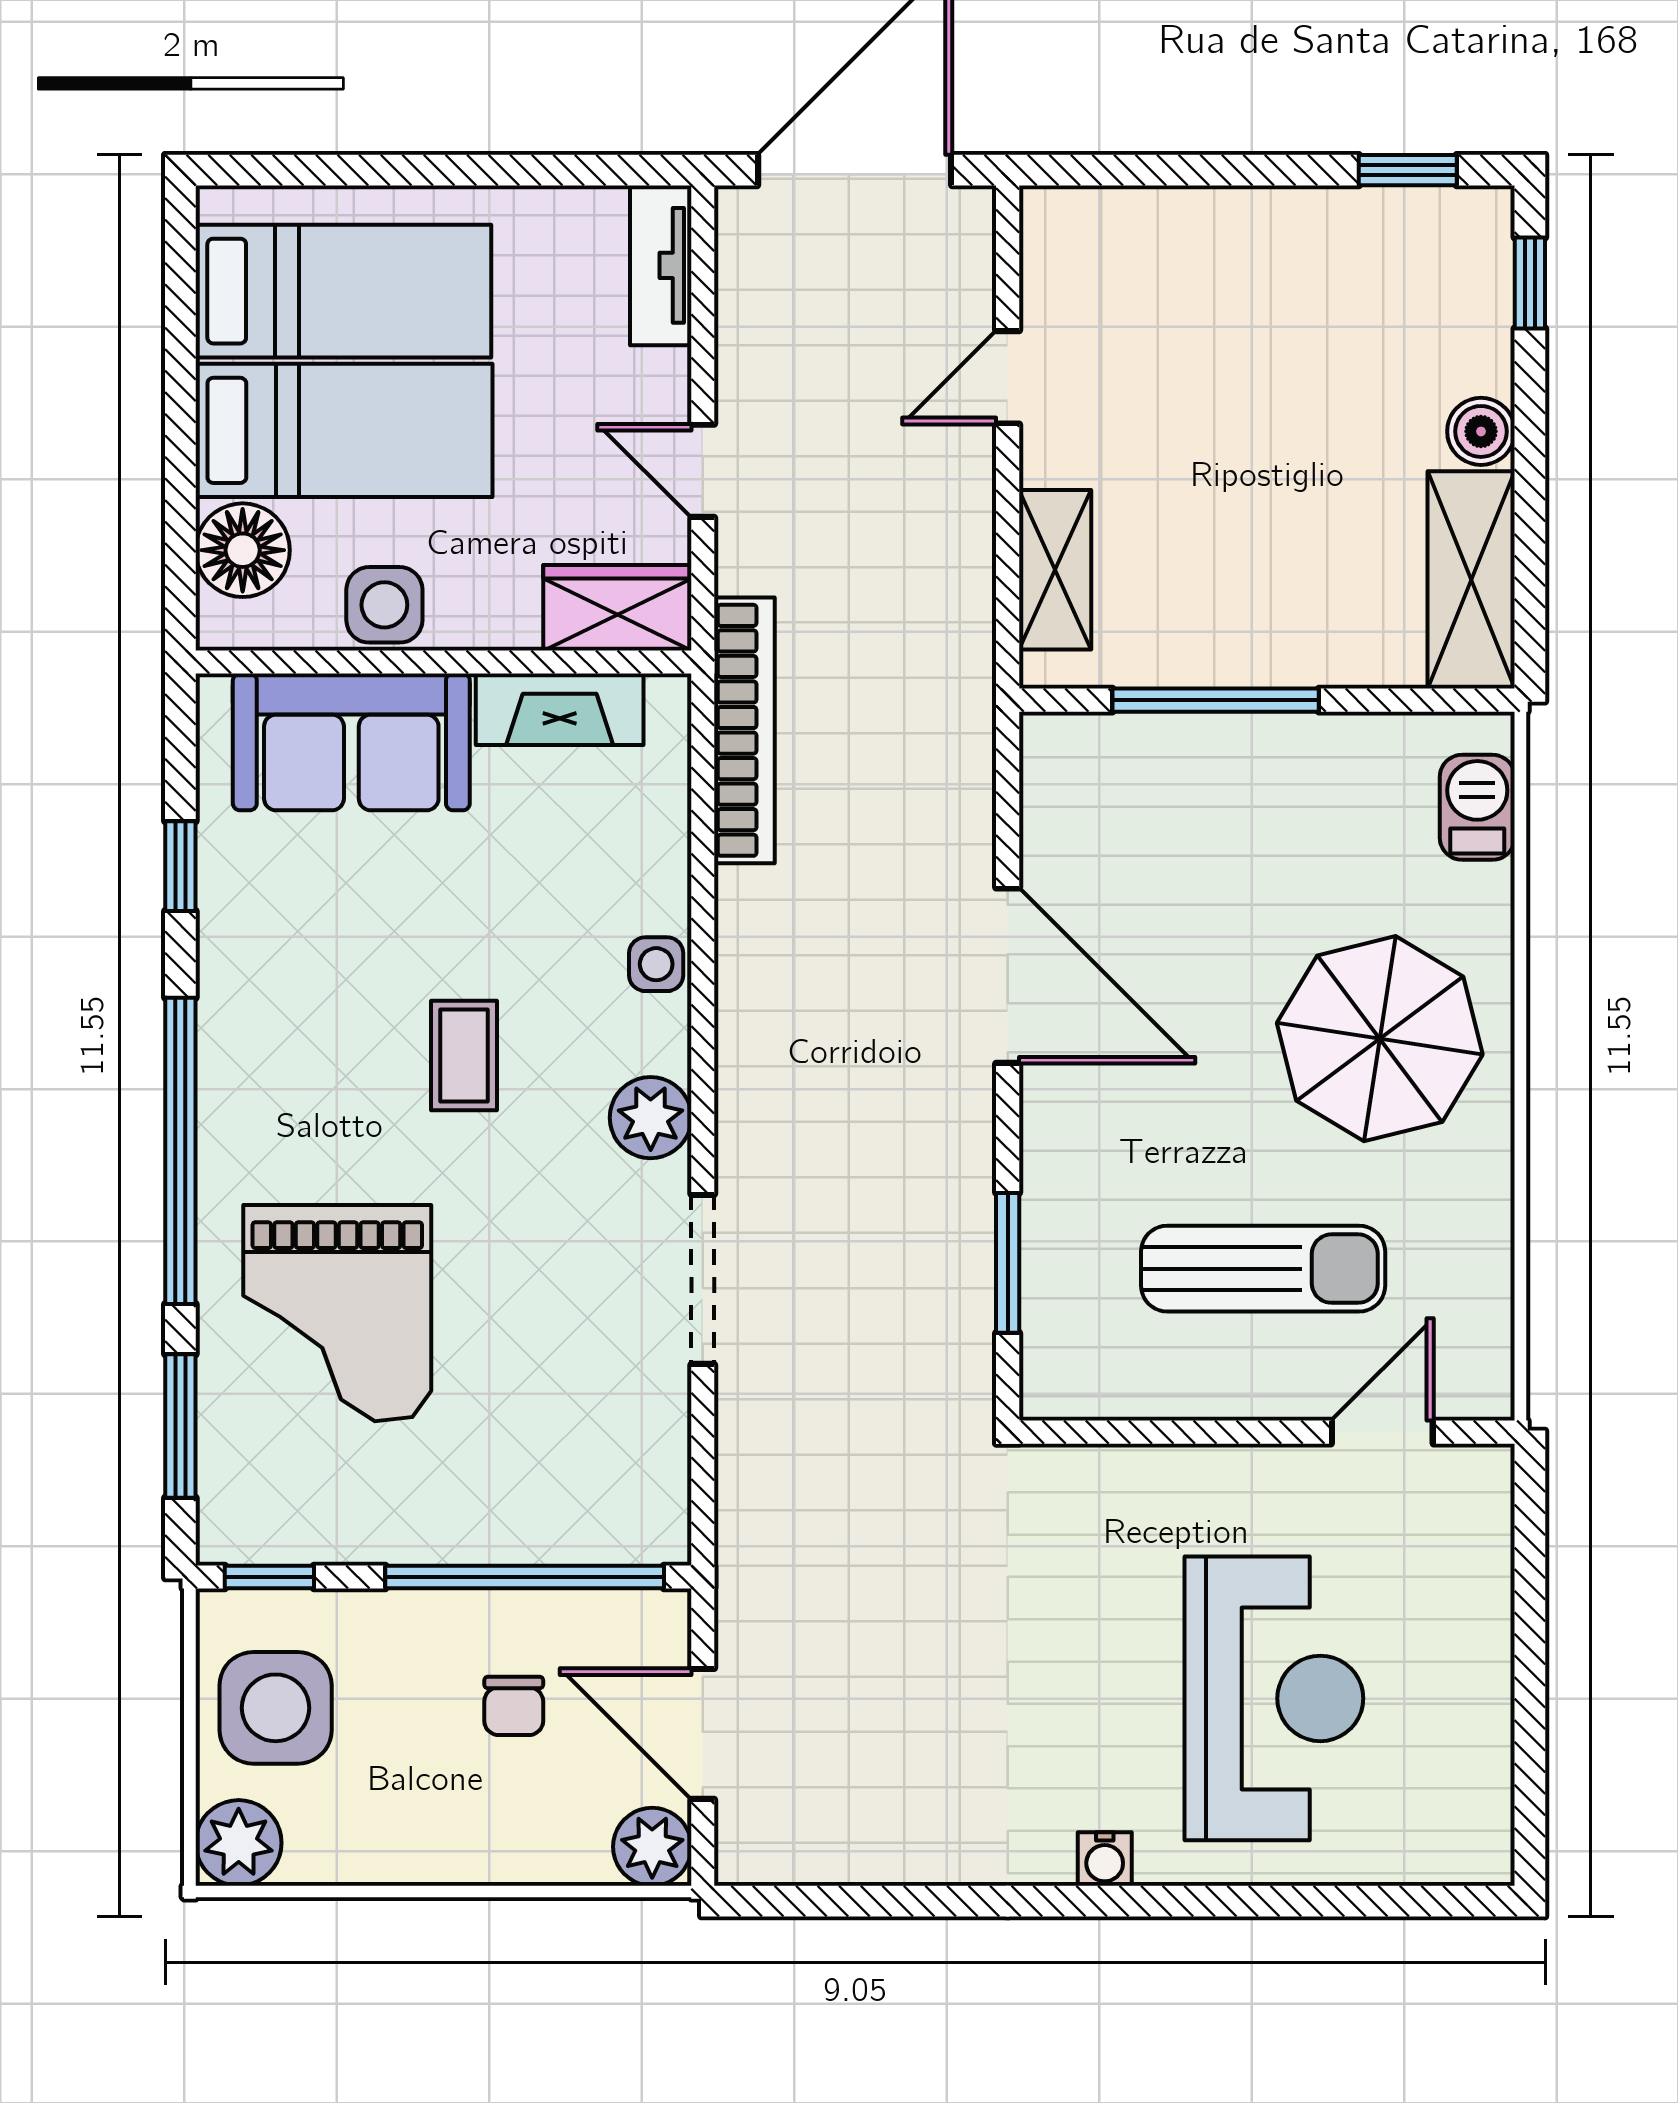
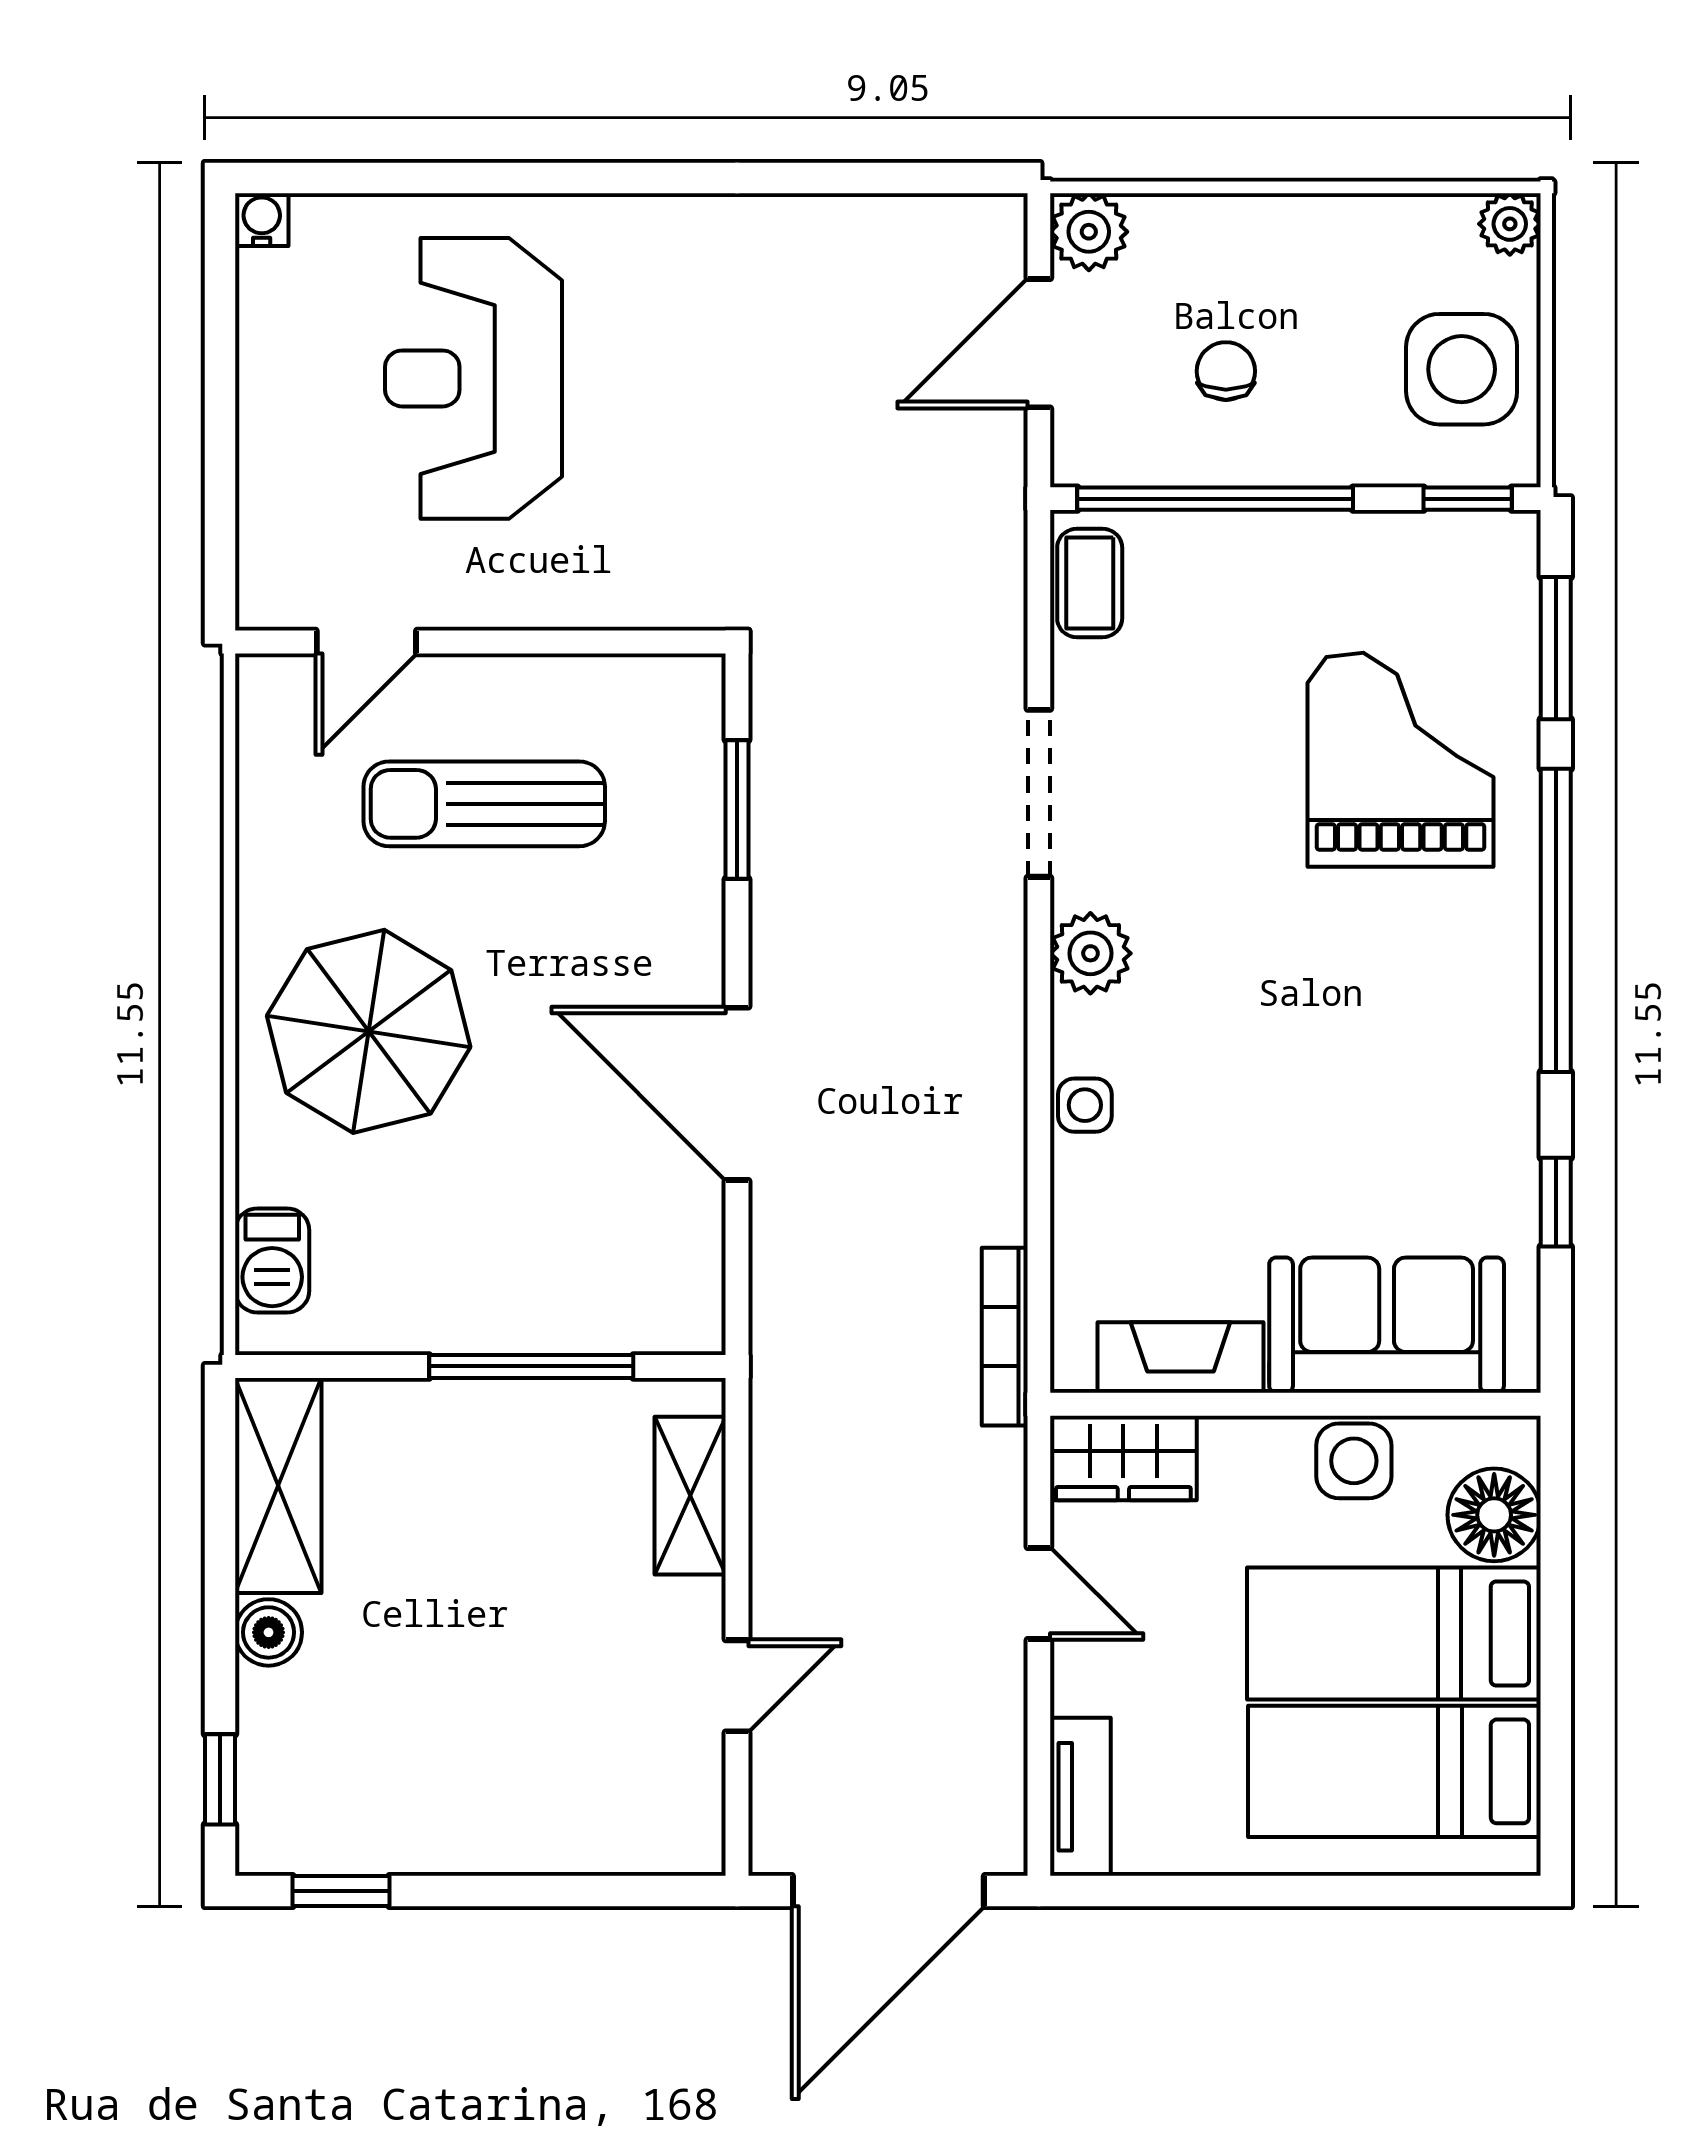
bookcase: (744, 730) -> (1005, 1337), width x0.68, depth x0.76
coffee table: (464, 1056) -> (1090, 583), moved
door: (703, 1734) -> (1039, 343), swing flipped
plant: (239, 1843) -> (1510, 224), width x0.73, depth x0.73
water cooler: (1105, 1859) -> (262, 220), moved

